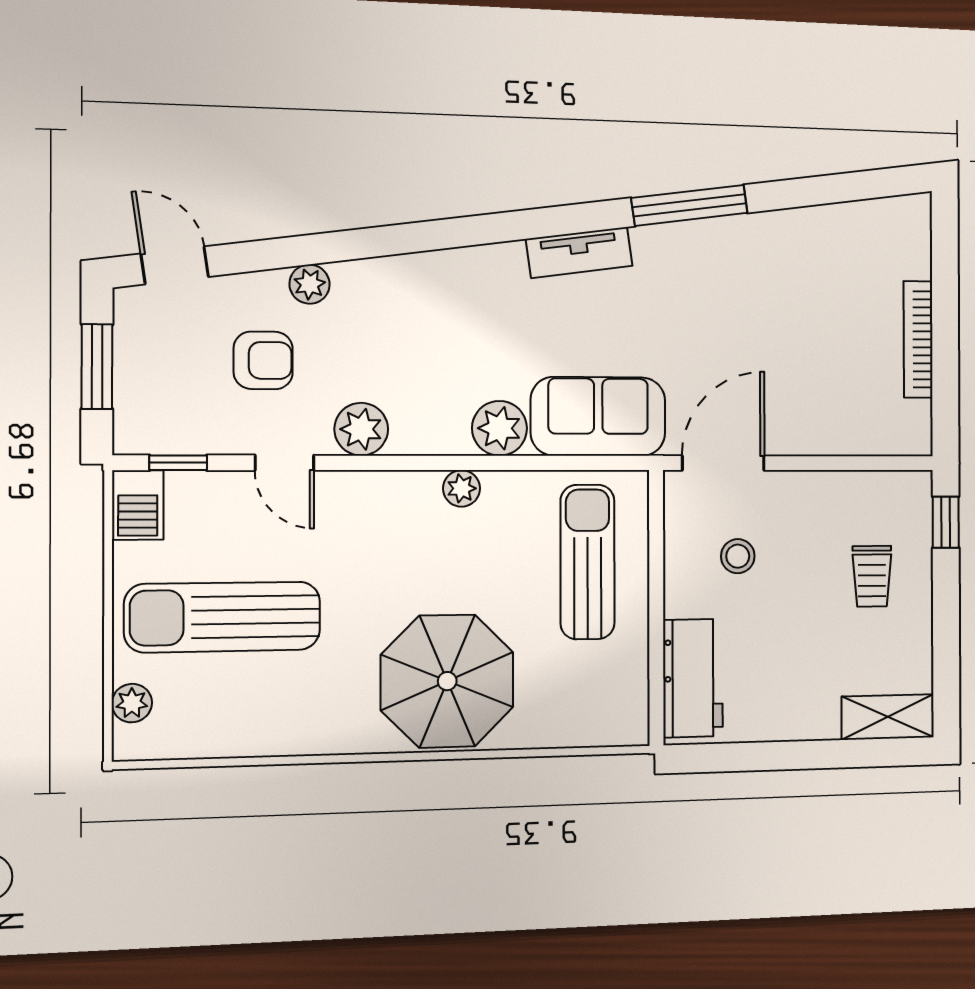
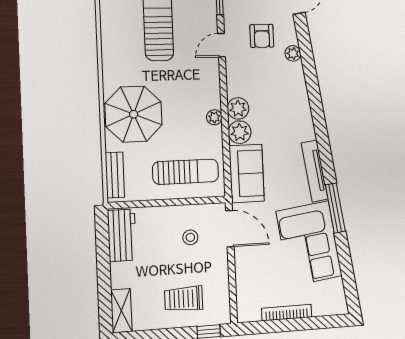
tv unit: (579, 252) -> (315, 171), width x1.41
corner sofa: (768, 275) -> (309, 244), added
plant: (361, 429) -> (238, 108), moved
trolley: (872, 576) -> (184, 299), width x1.36, depth x1.39
workbench: (693, 678) -> (122, 235), moved, turned -90
bench: (587, 727) -> (115, 175), added

